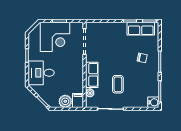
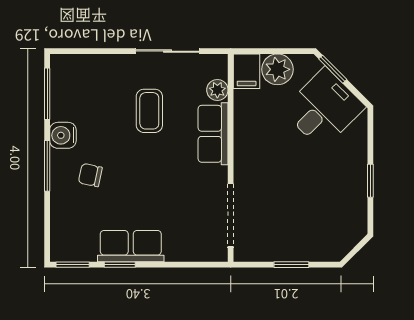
row of seats: (141, 29) -> (131, 246), moved
corner desk: (55, 37) -> (302, 226), removed
desk: (41, 73) -> (324, 108), moved, turned -45
water cooler: (153, 102) -> (63, 135), moved

